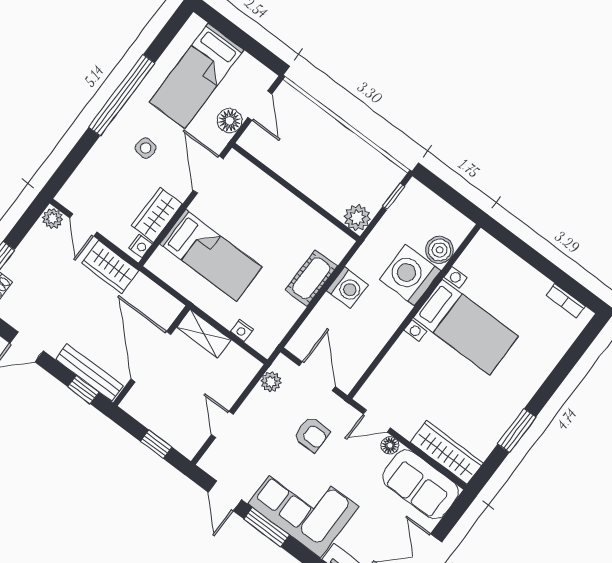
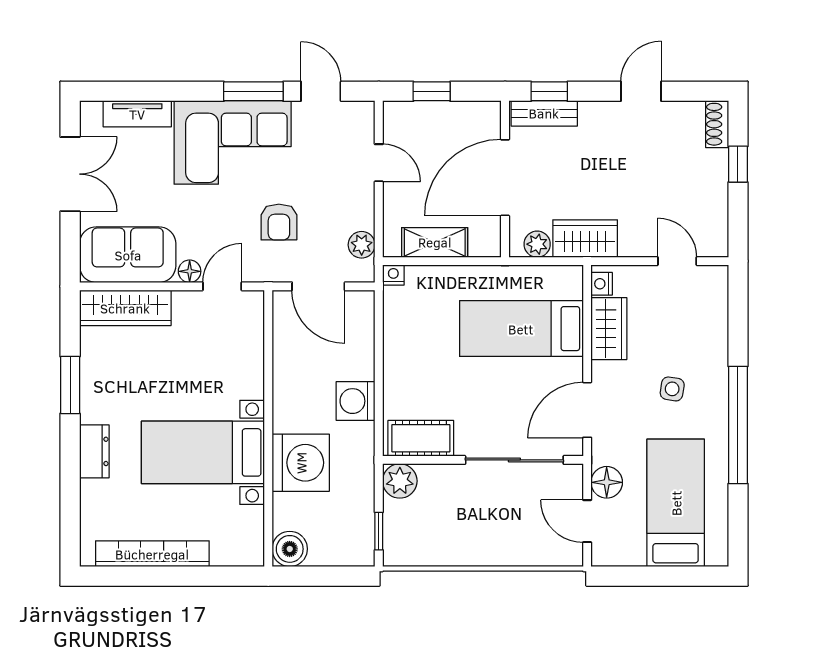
door: (208, 175) -> (587, 410), swing flipped
sliding door: (276, 177) -> (514, 460), added
plant: (53, 218) -> (537, 244), moved
boiler: (440, 250) -> (290, 549), moved
wardrobe: (110, 267) -> (585, 239), moved
cot: (311, 278) -> (421, 438), moved, turned 90
bookcase: (566, 301) -> (152, 554), width x2.31, depth x1.31
nightstand: (242, 331) -> (393, 275), moved
shelving: (204, 334) -> (435, 242), moved
door: (151, 357) -> (505, 178), swing flipped
bench: (89, 373) -> (544, 113), width x0.73
dresser: (533, 378) -> (94, 451), added
armchair: (312, 434) -> (279, 222), turned -90

